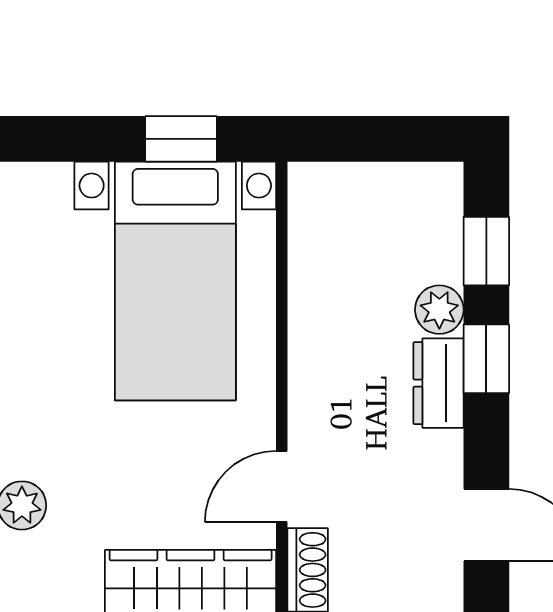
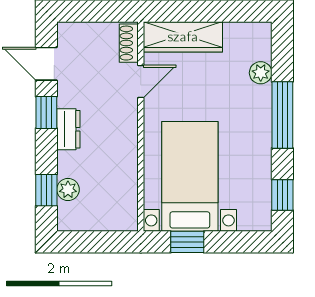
plant: (439, 310) -> (68, 190), moved
window: (486, 359) -> (46, 112), moved

